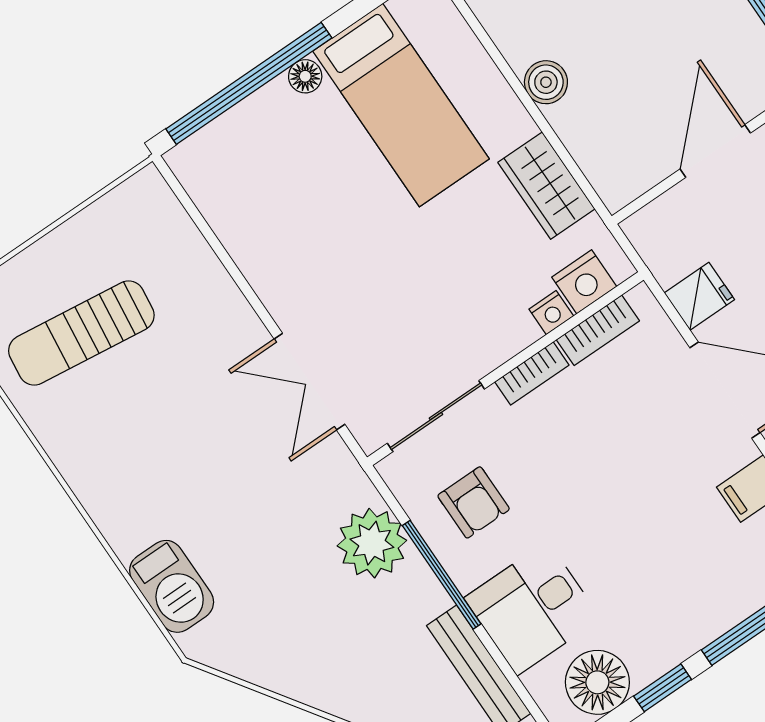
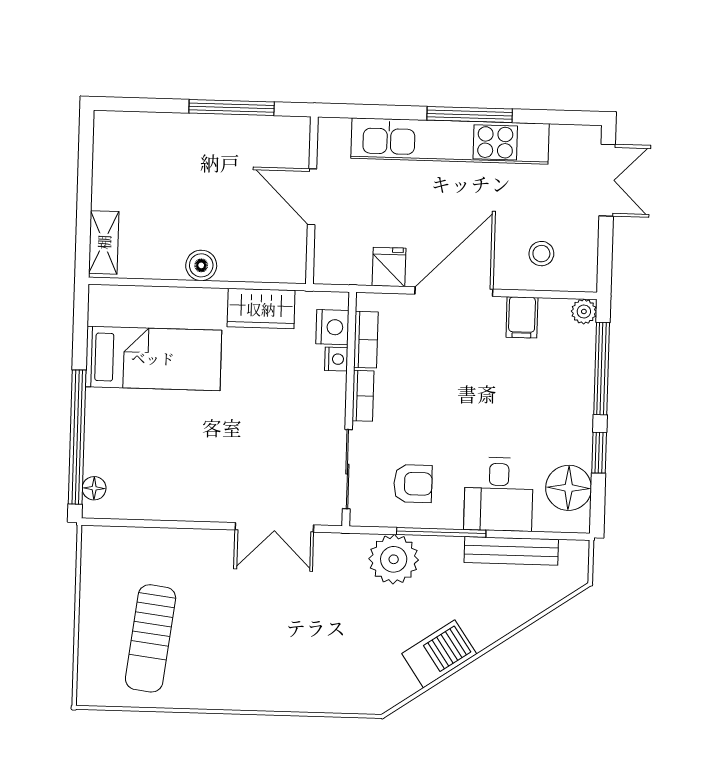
floor lamp: (305, 76) -> (94, 488), moved
barbecue: (172, 586) -> (439, 654), moved, turned -34

